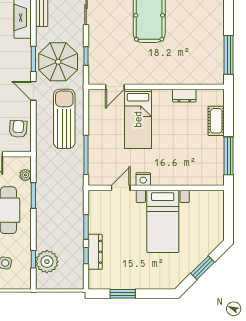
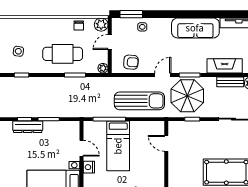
bed: (138, 119) -> (118, 146), moved, turned -90
plant: (25, 175) -> (103, 68), moved
plant: (47, 262) -> (20, 86), removed

